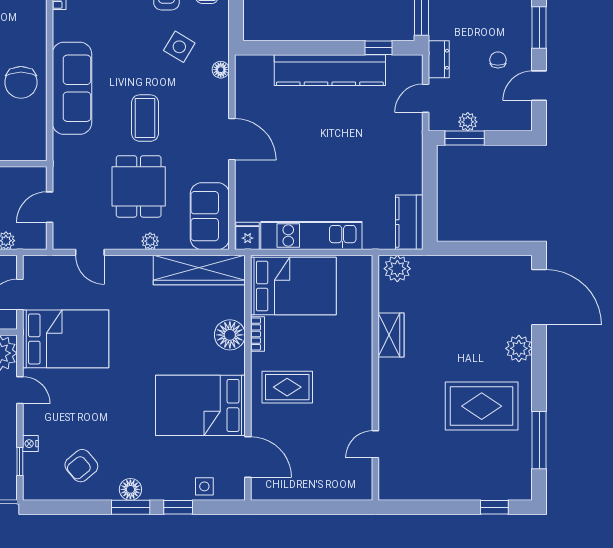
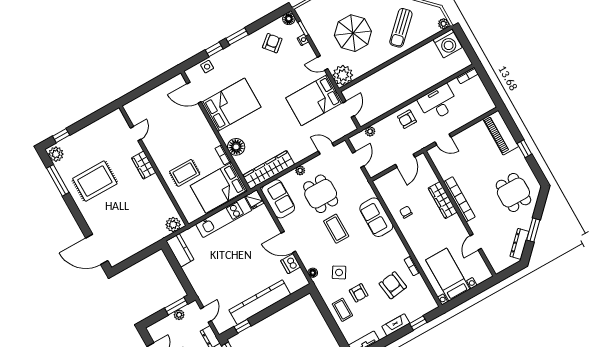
chair: (21, 82) -> (406, 212), width x0.54, depth x0.54
sofa: (72, 88) -> (376, 217), width x0.73
dishwasher: (248, 103) -> (291, 264), added
wardrobe: (391, 335) -> (144, 165), moved
plant: (519, 348) -> (56, 154), moved
rug: (287, 387) -> (185, 173), moved
floor lamp: (130, 489) -> (289, 19), moved

